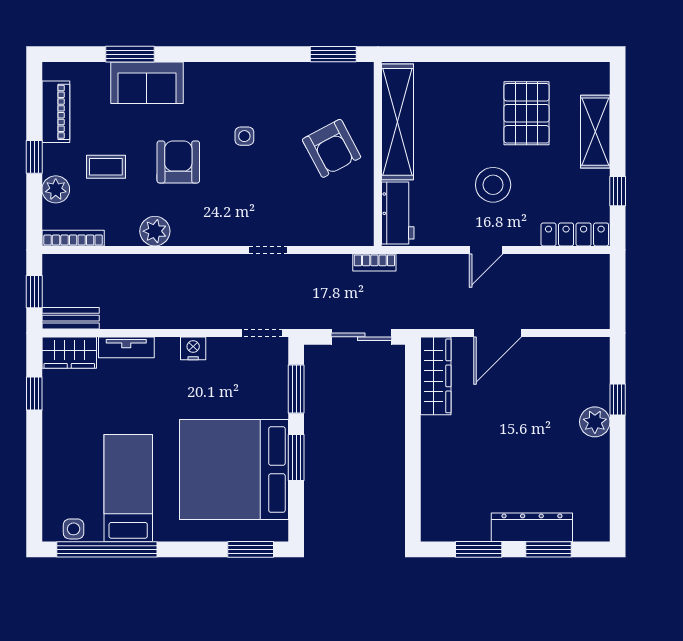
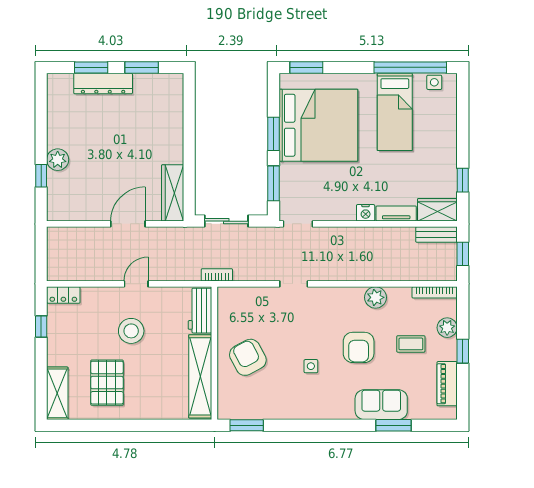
shelving: (595, 132) -> (57, 393), moved
locker: (575, 234) -> (63, 295), width x0.66
nightstand: (193, 348) -> (366, 213), moved

